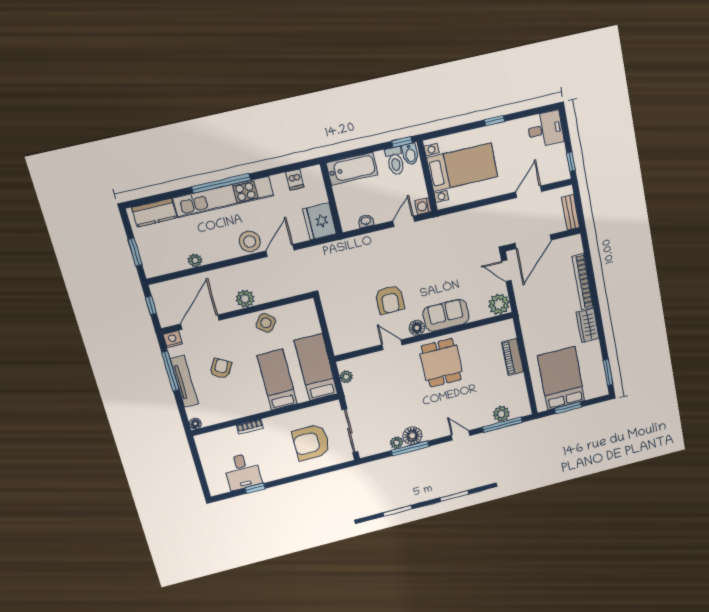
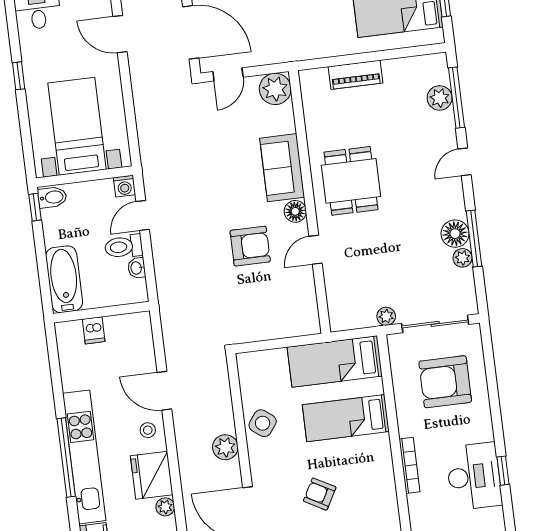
toilet: (395, 161) -> (124, 247), moved, turned 180
dishwasher: (295, 180) -> (94, 330), moved, turned 90
fridge: (320, 221) -> (152, 475), moved, turned 90
door: (404, 221) -> (143, 215), hinge flipped
stool: (250, 242) -> (148, 430), width x0.53, depth x0.53
dining table: (441, 363) -> (351, 181), turned 90
plant: (346, 377) -> (386, 316), moved
bookcase: (250, 427) -> (409, 465), width x1.56
armchair: (311, 443) -> (445, 382), turned 90
desk: (242, 472) -> (474, 476), width x1.37

